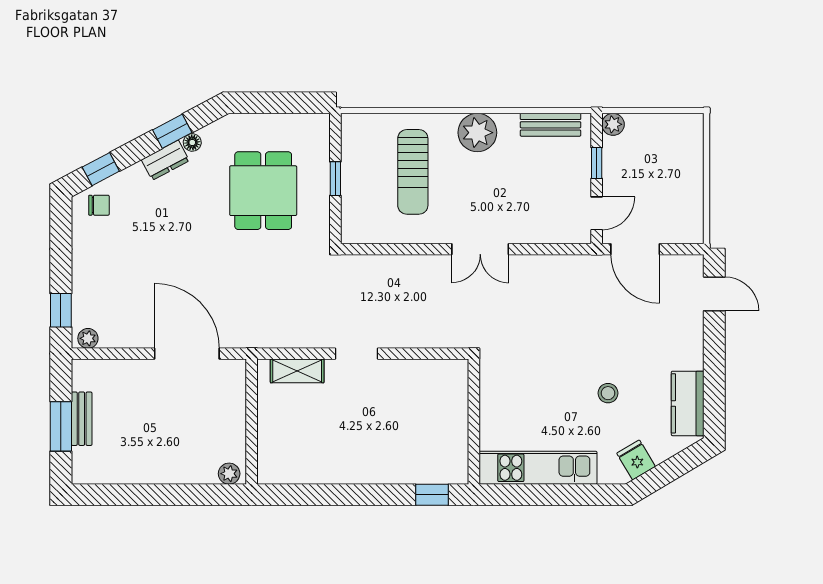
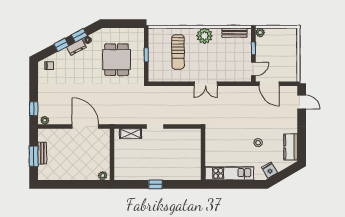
window: (101, 169) -> (61, 45), moved
window: (432, 495) -> (155, 184), moved

